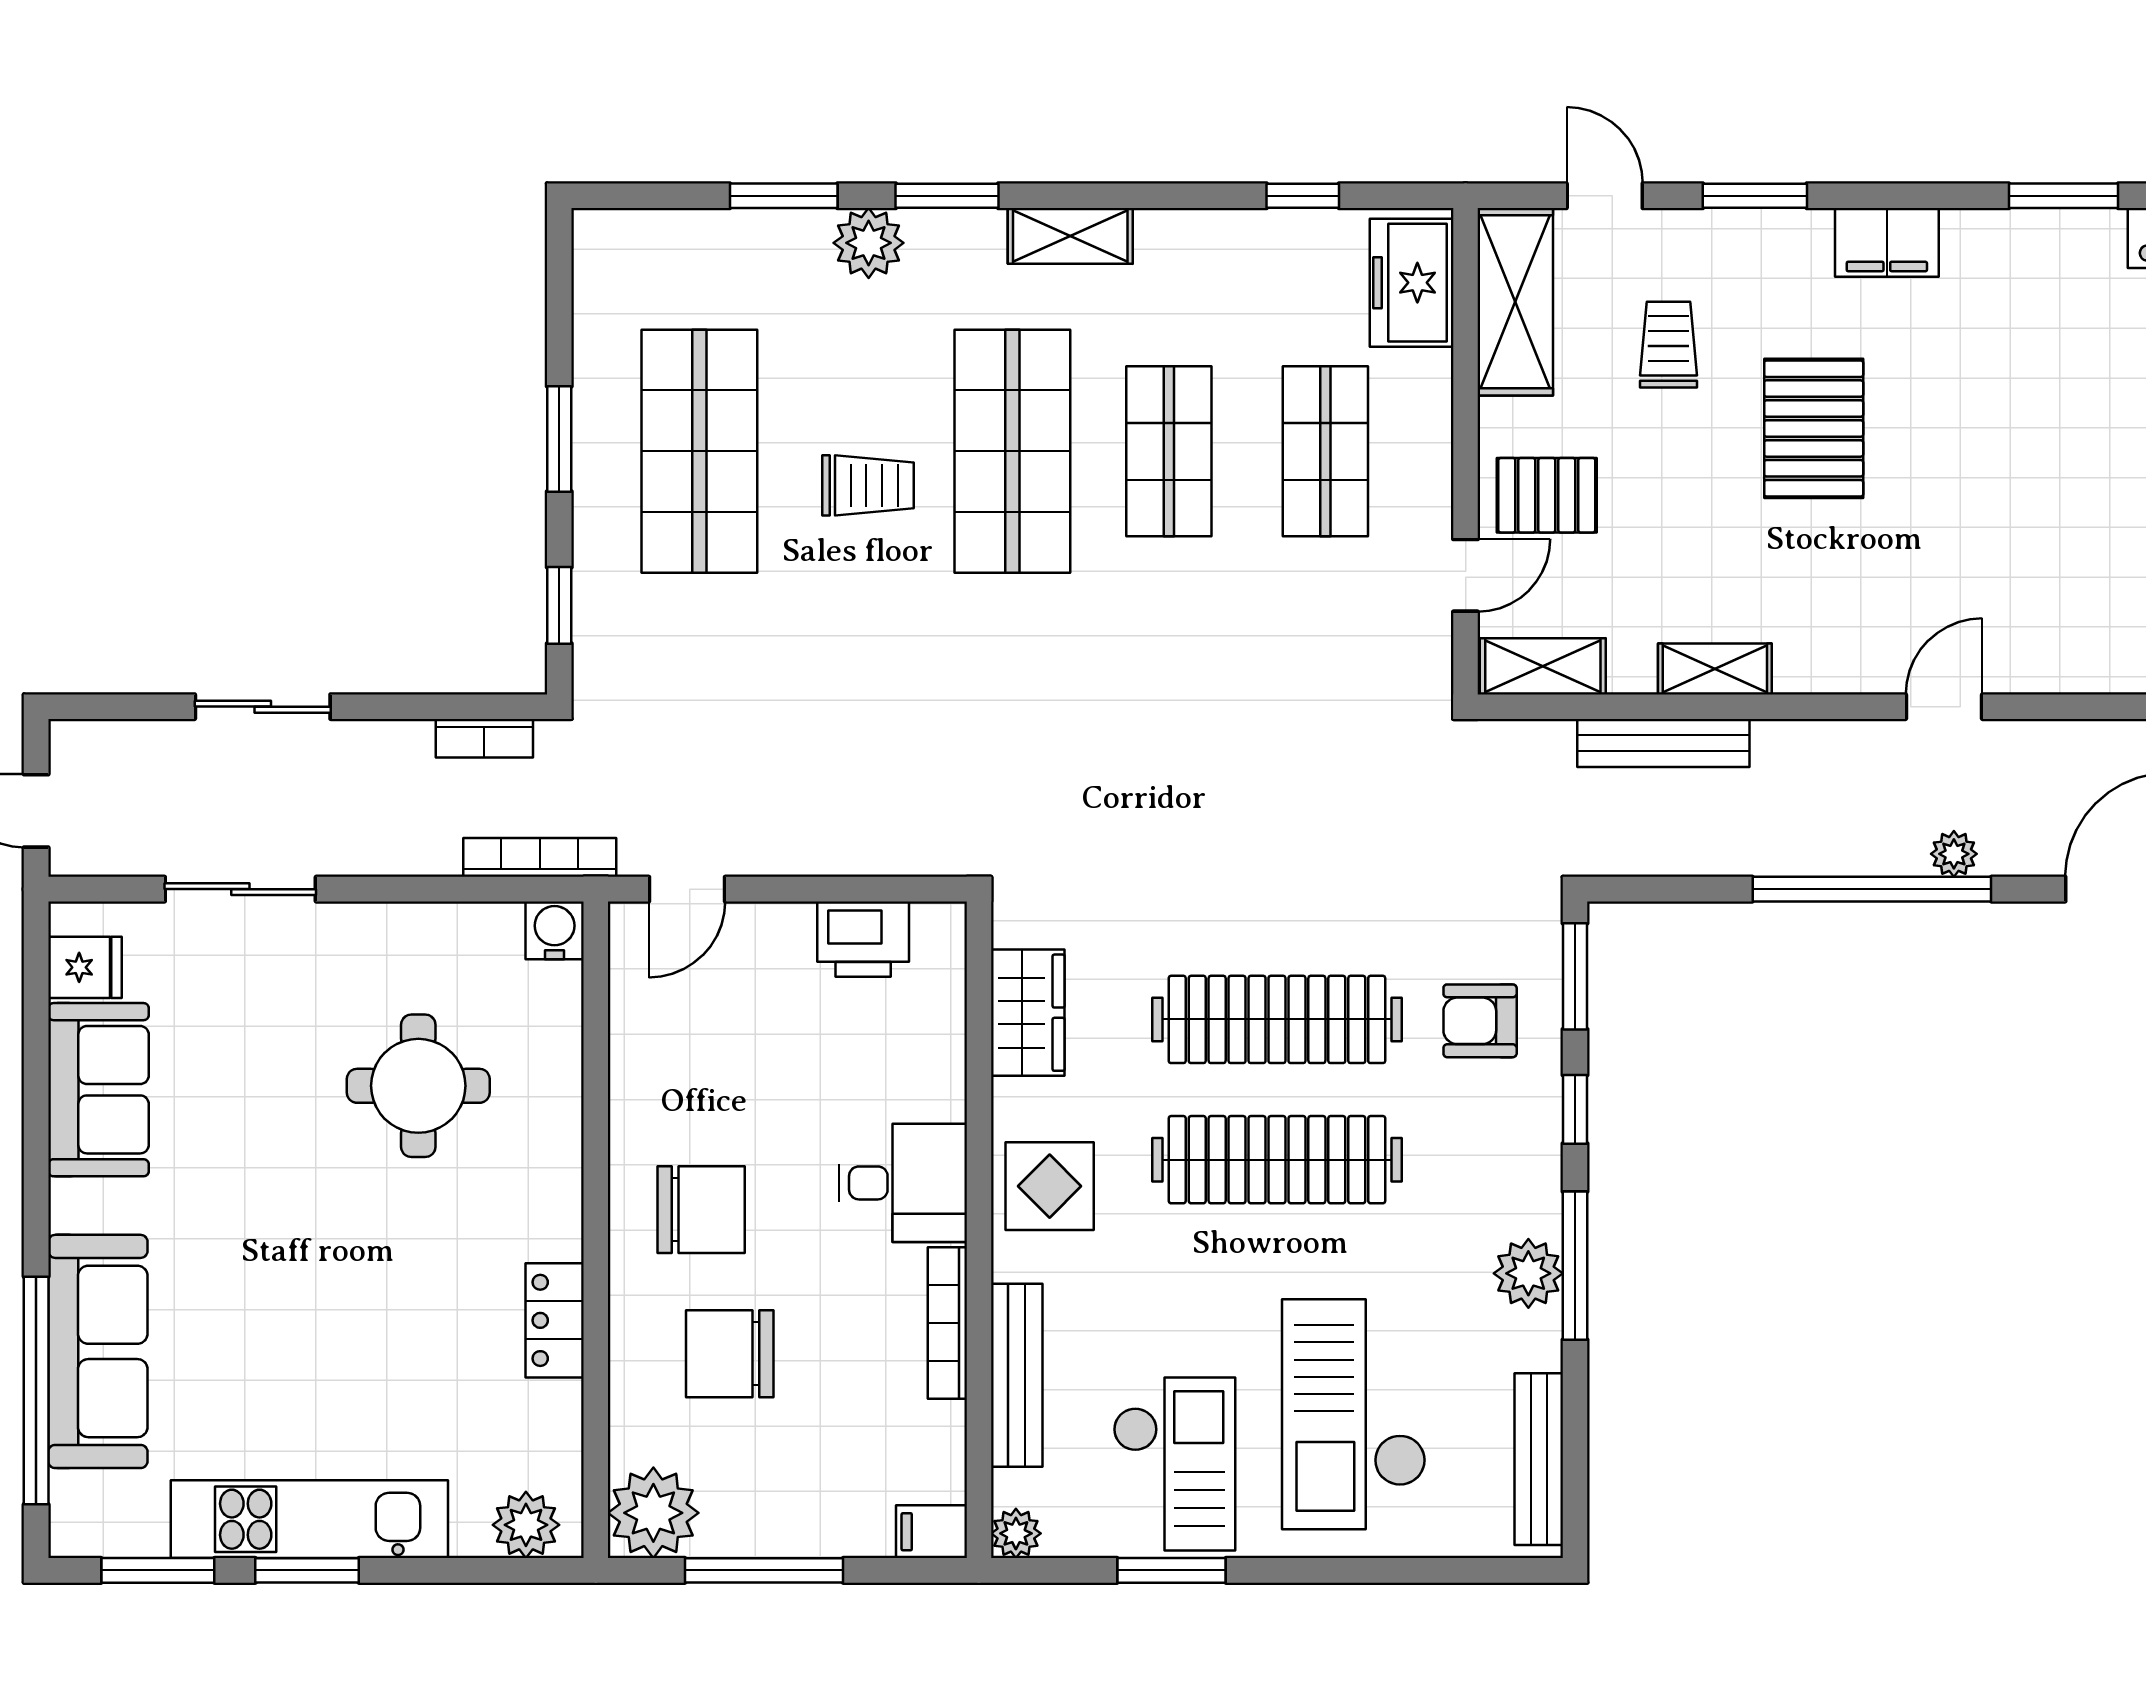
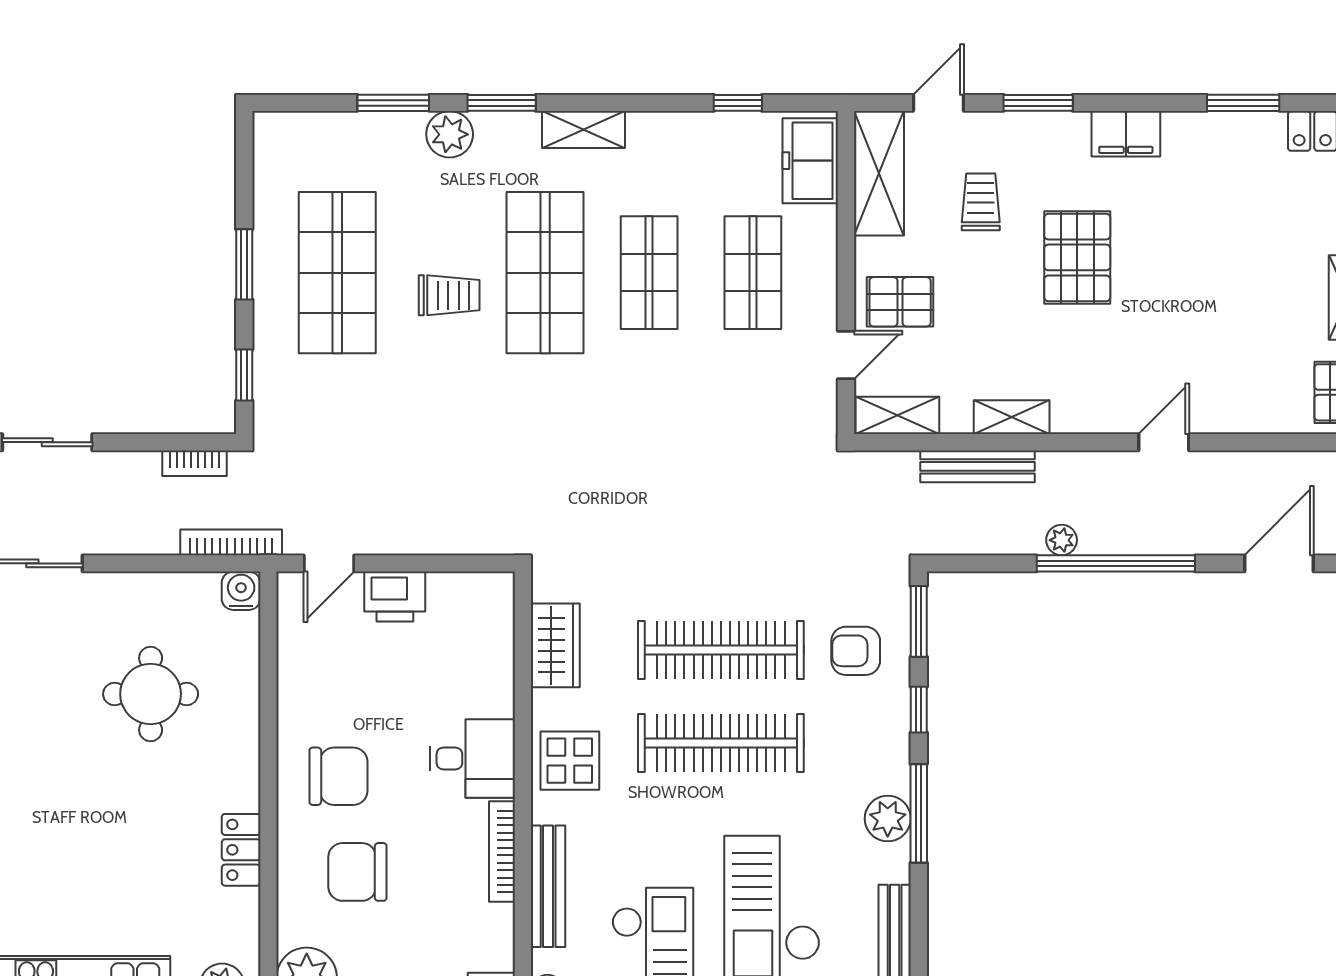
door: (1605, 196) -> (938, 103), hinge flipped
plant: (1954, 854) -> (1062, 540), moved
printer: (863, 939) -> (395, 597), moved

